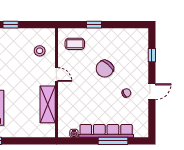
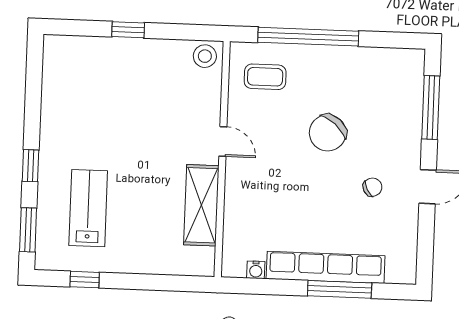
window: (94, 25) -> (308, 37), width x3.17
stool: (40, 51) -> (205, 56), moved
window: (152, 55) -> (431, 107), width x2.17

